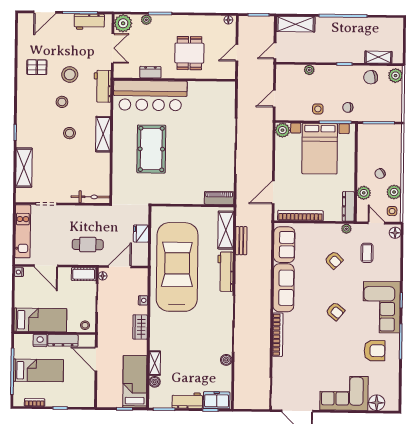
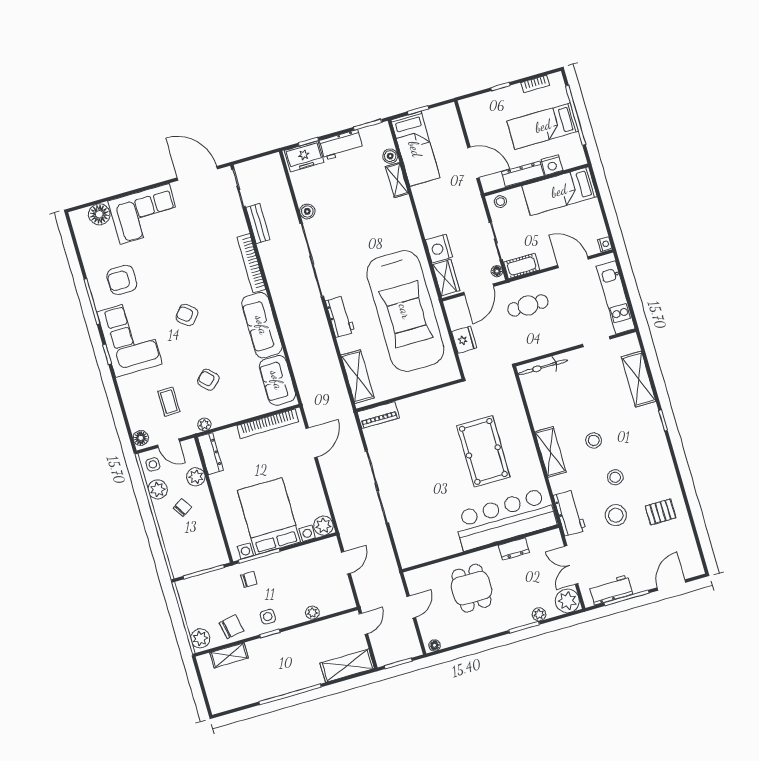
side table: (318, 109) -> (268, 617), moved
bench: (241, 241) -> (258, 224), moved
workbench: (225, 272) -> (340, 317), width x0.73
nightstand: (143, 300) -> (439, 249), width x1.89, depth x1.79
wardrobe: (140, 327) -> (446, 278), moved

